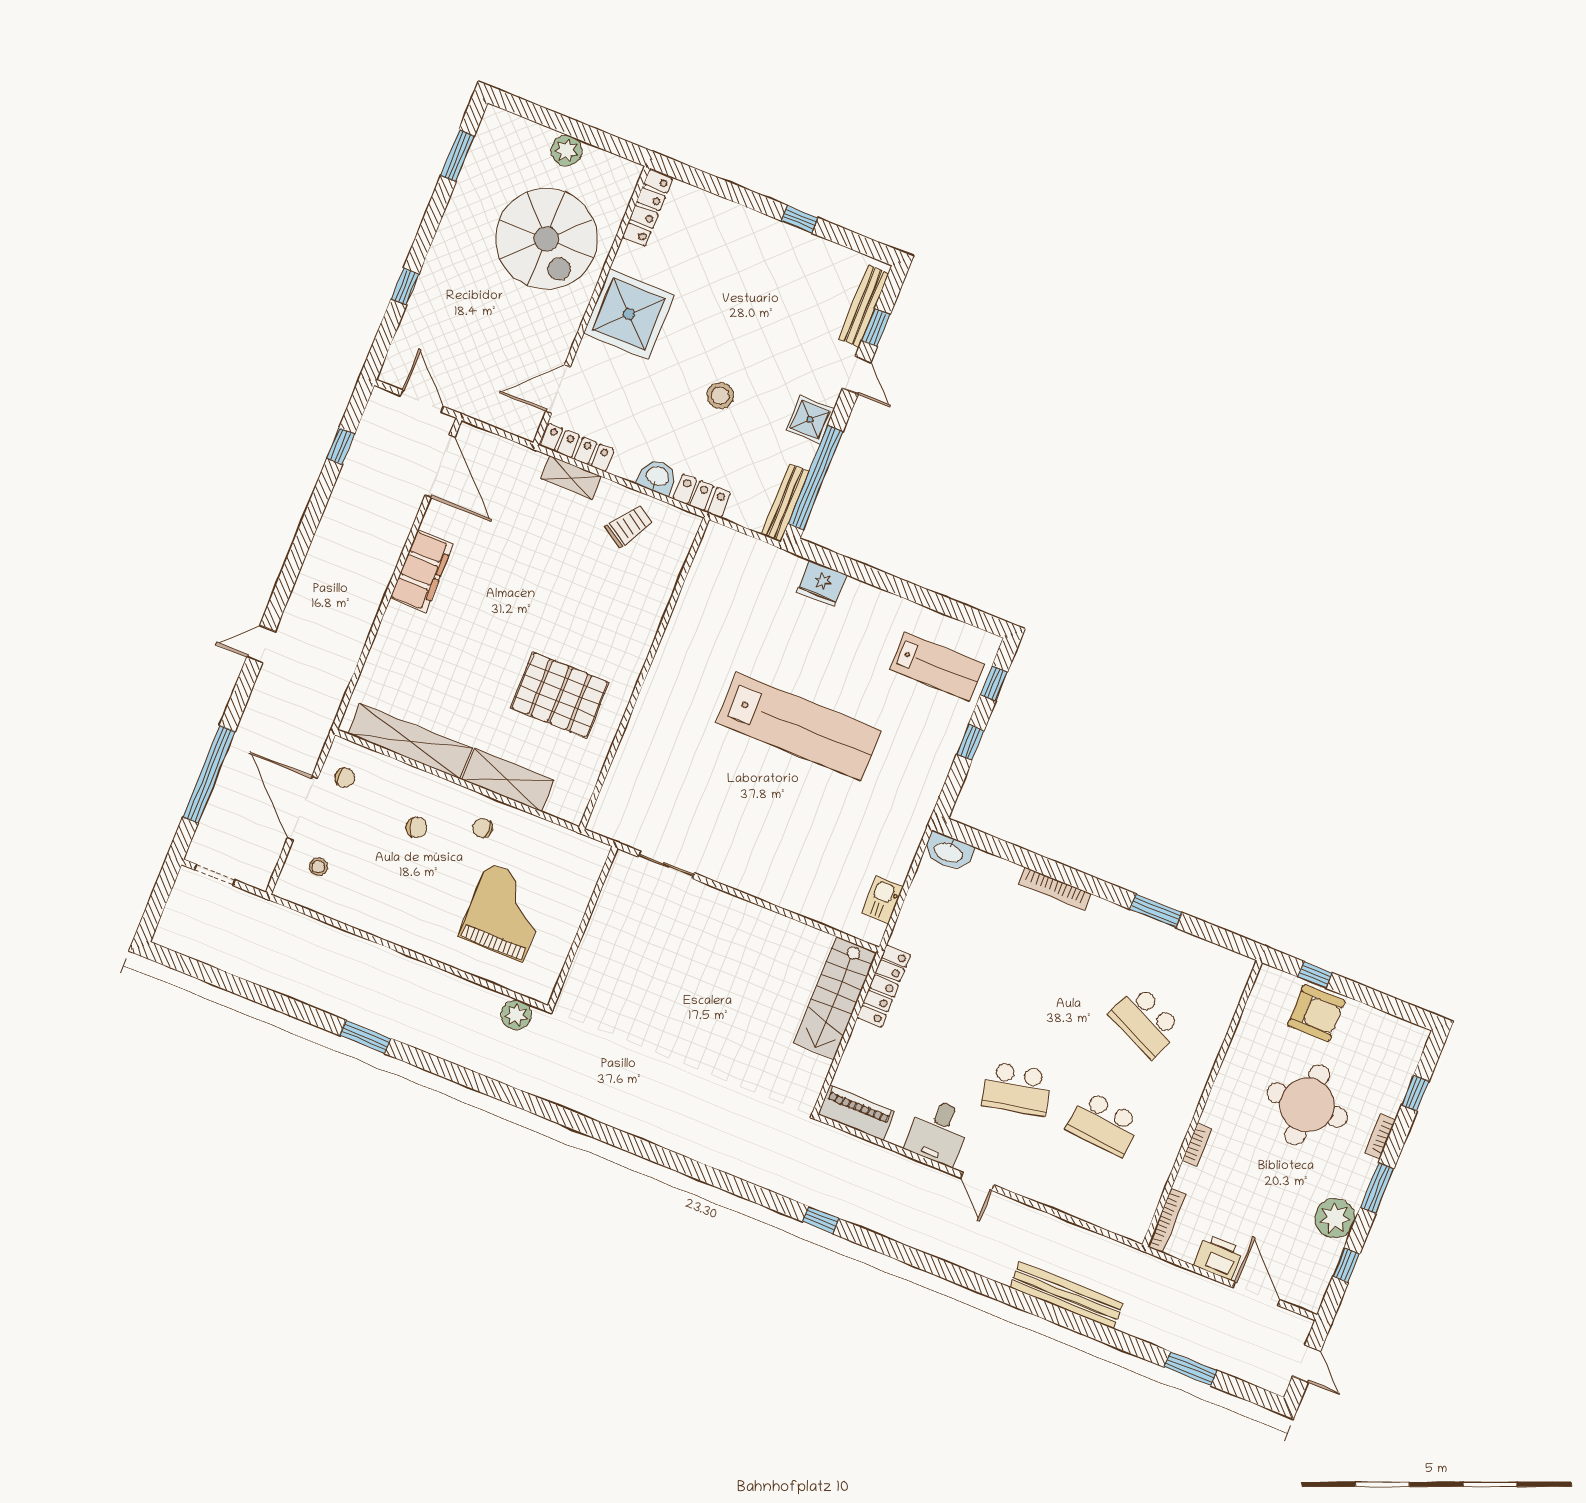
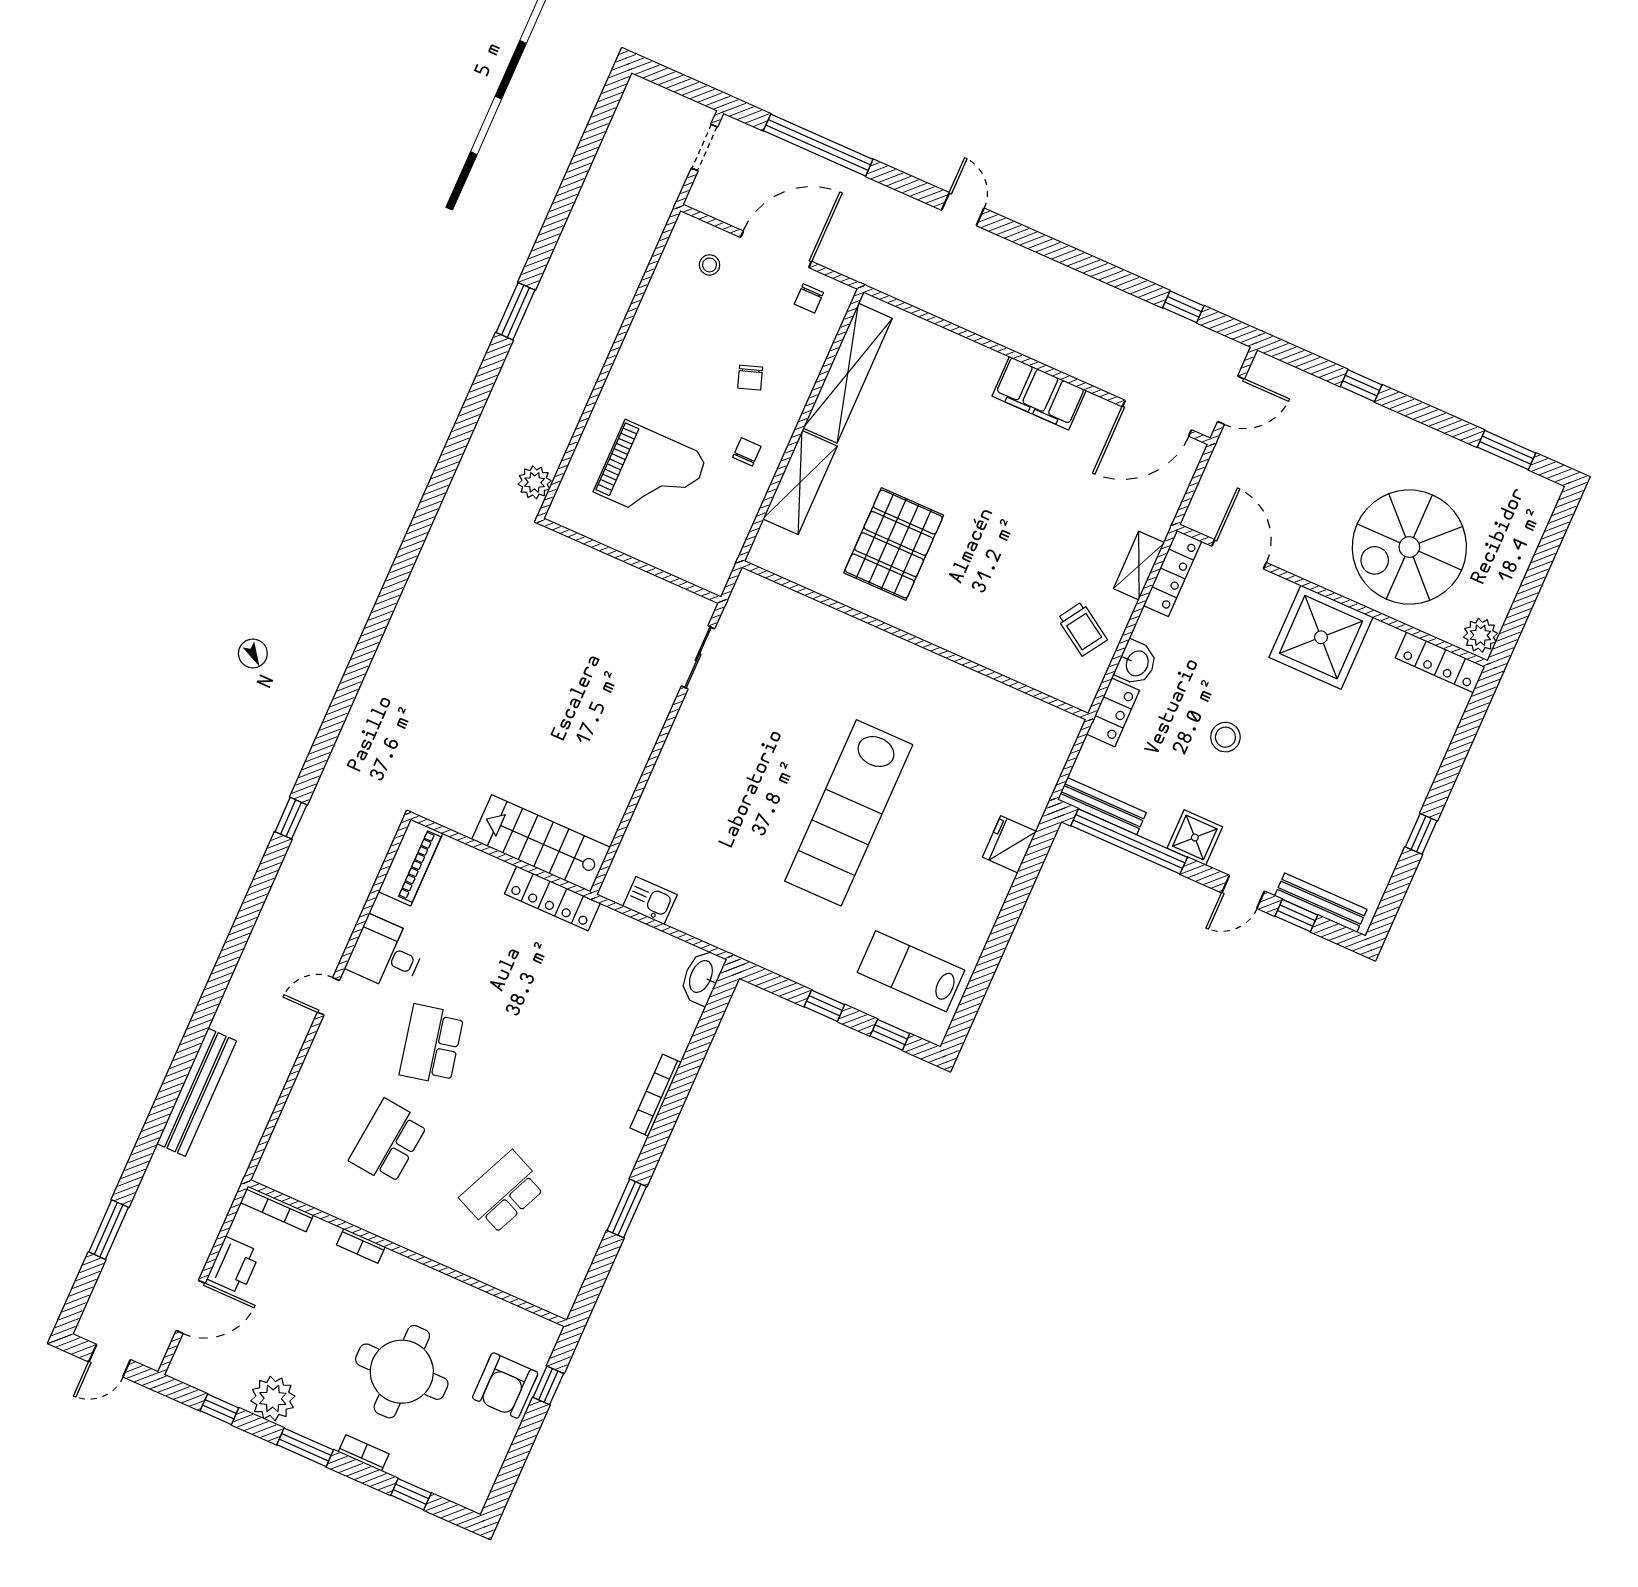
plant: (566, 151) -> (1480, 635), moved
lab bench: (937, 667) -> (911, 971), turned 90

